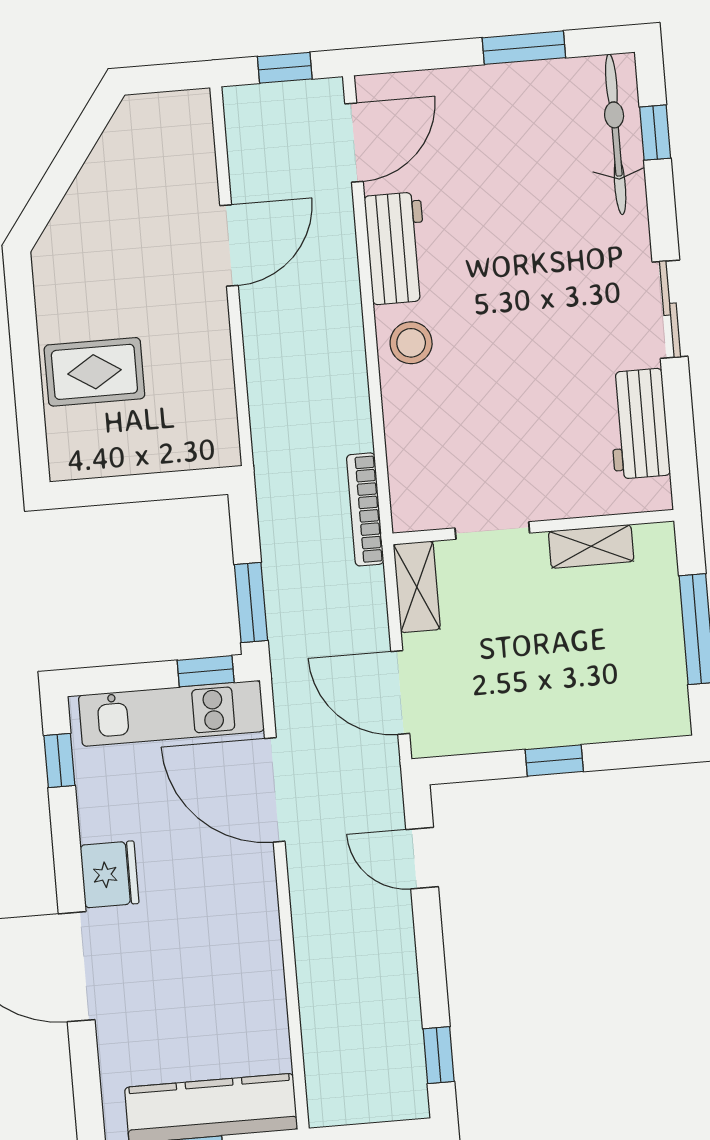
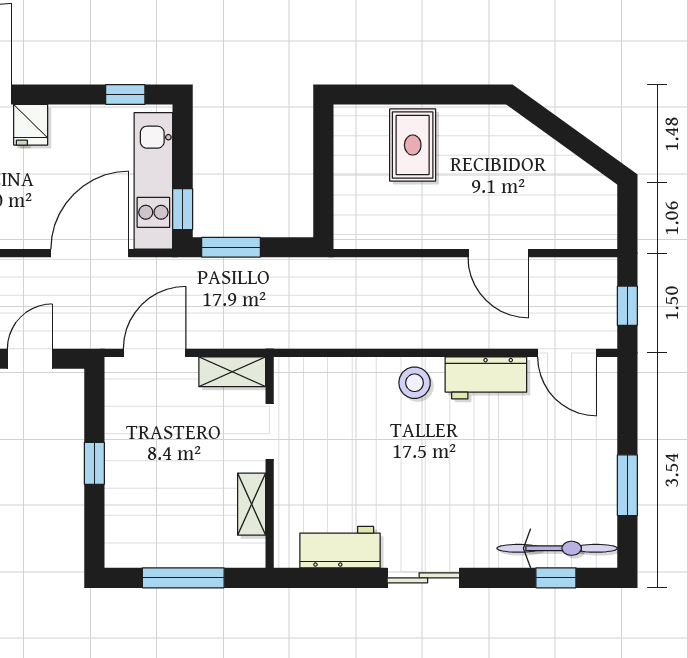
bookcase: (365, 509) -> (293, 338), removed
fridge: (110, 874) -> (31, 125), width x0.72

